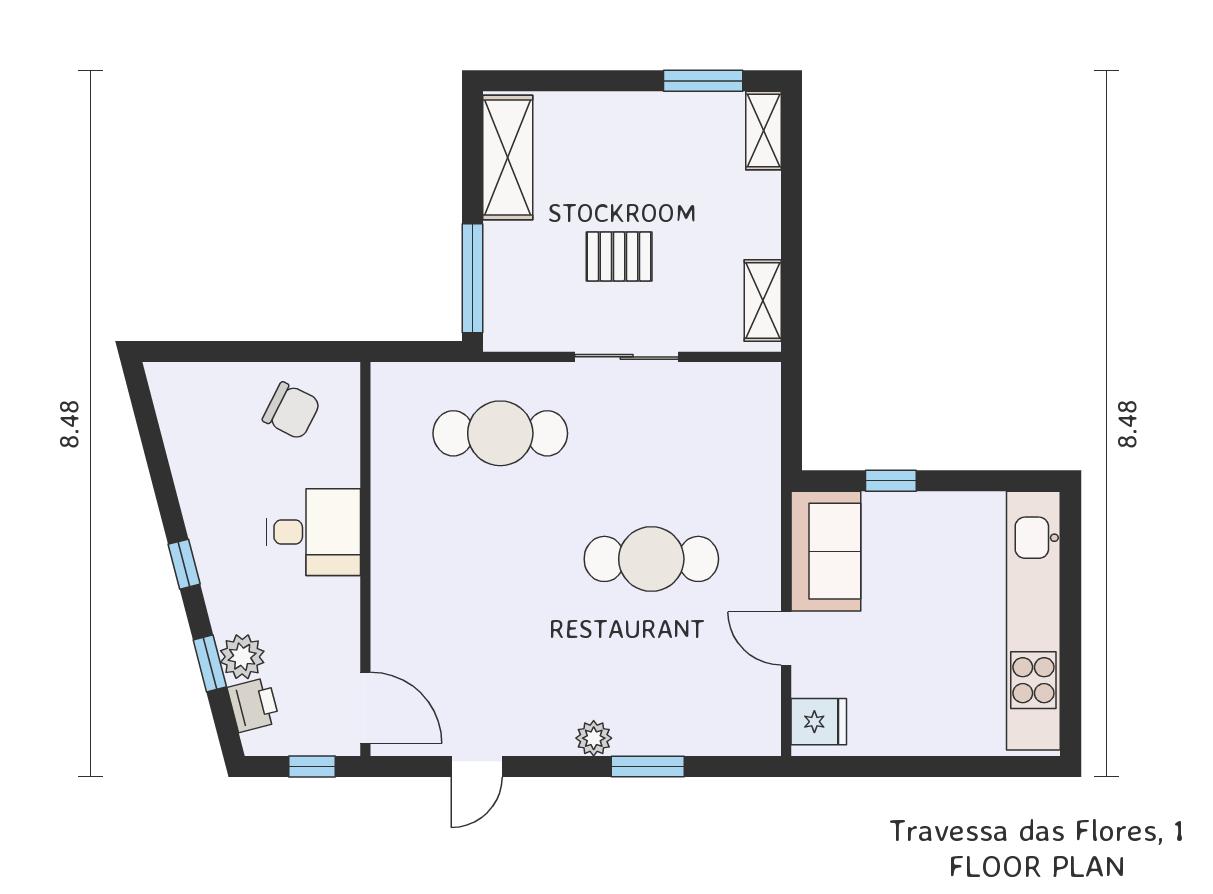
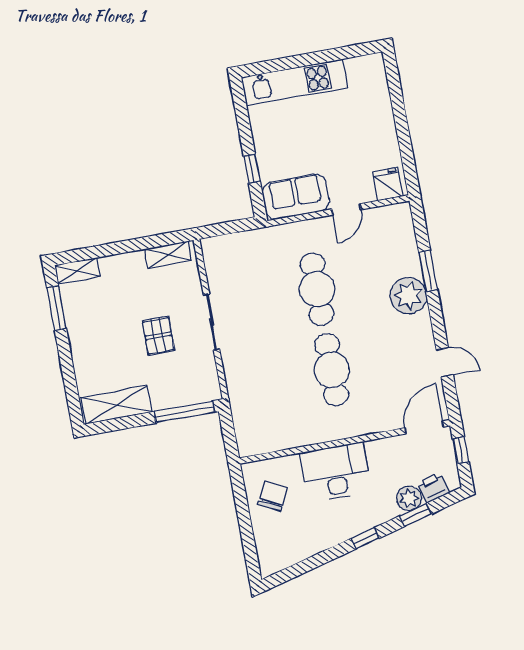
cafe table: (500, 433) -> (332, 370), moved
desk: (314, 532) -> (335, 472), width x1.37
kitchen unit: (1033, 621) -> (294, 82), width x0.73
plant: (594, 738) -> (408, 296), width x1.88, depth x1.88

